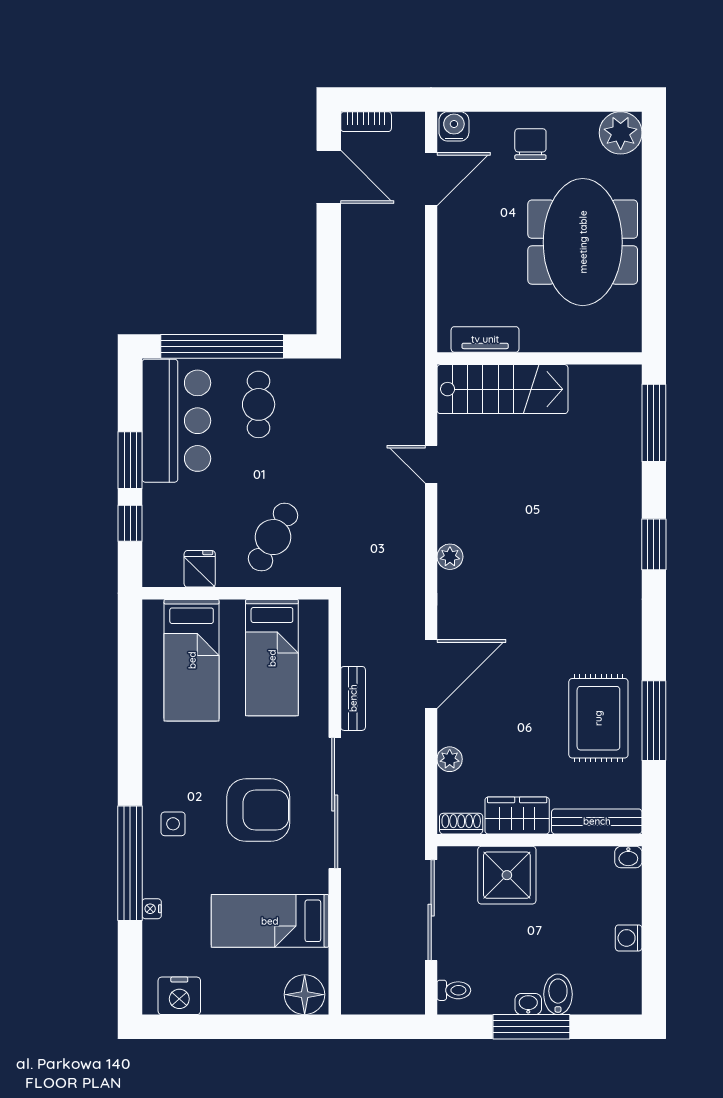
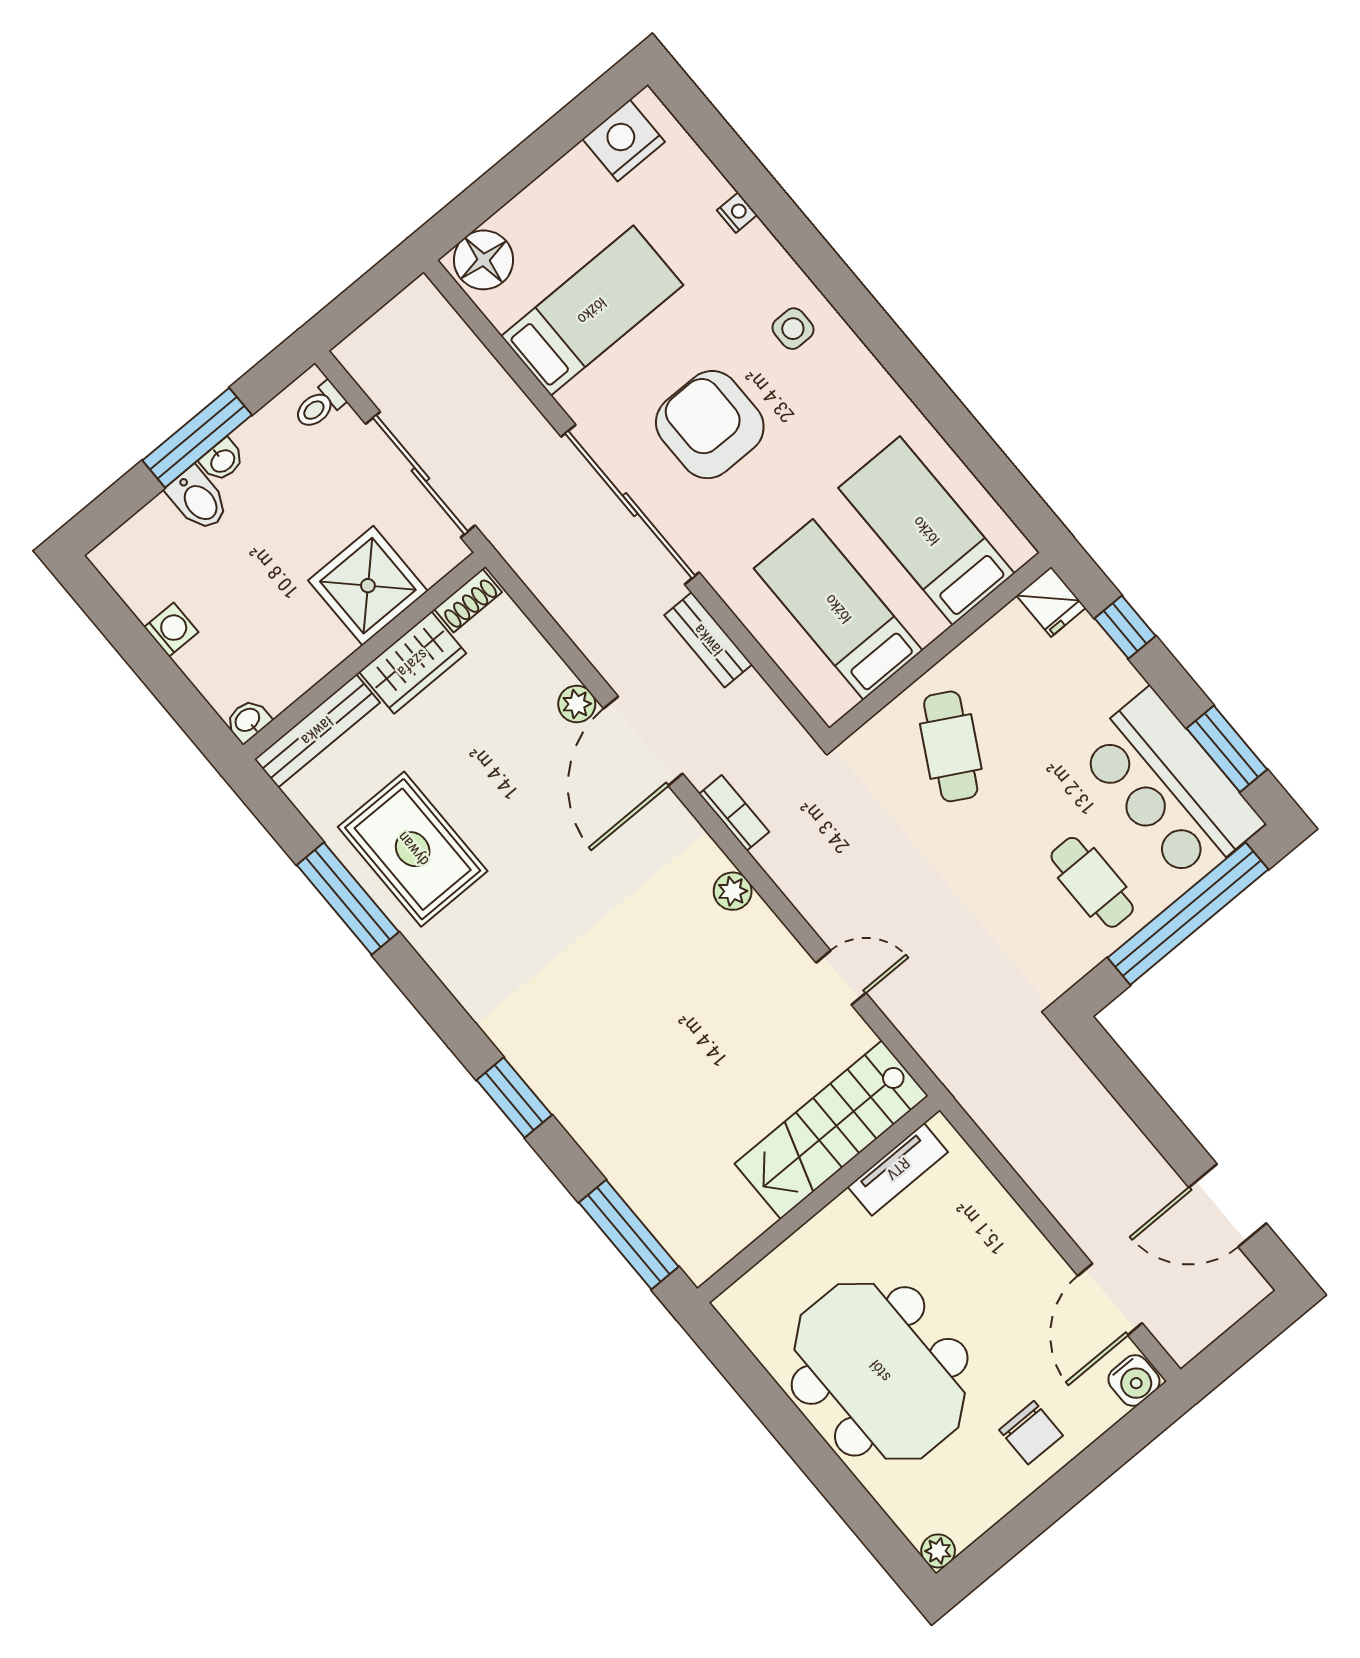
bookcase: (366, 122) -> (734, 813), moved, turned 90
plant: (621, 133) -> (938, 1551), width x0.53, depth x0.53
window: (130, 460) -> (1227, 749), moved
fridge: (200, 569) -> (1051, 602), moved
plant: (450, 759) -> (577, 704), moved
armchair: (258, 810) -> (710, 425), turned 90
window: (130, 863) -> (804, 244), removed

